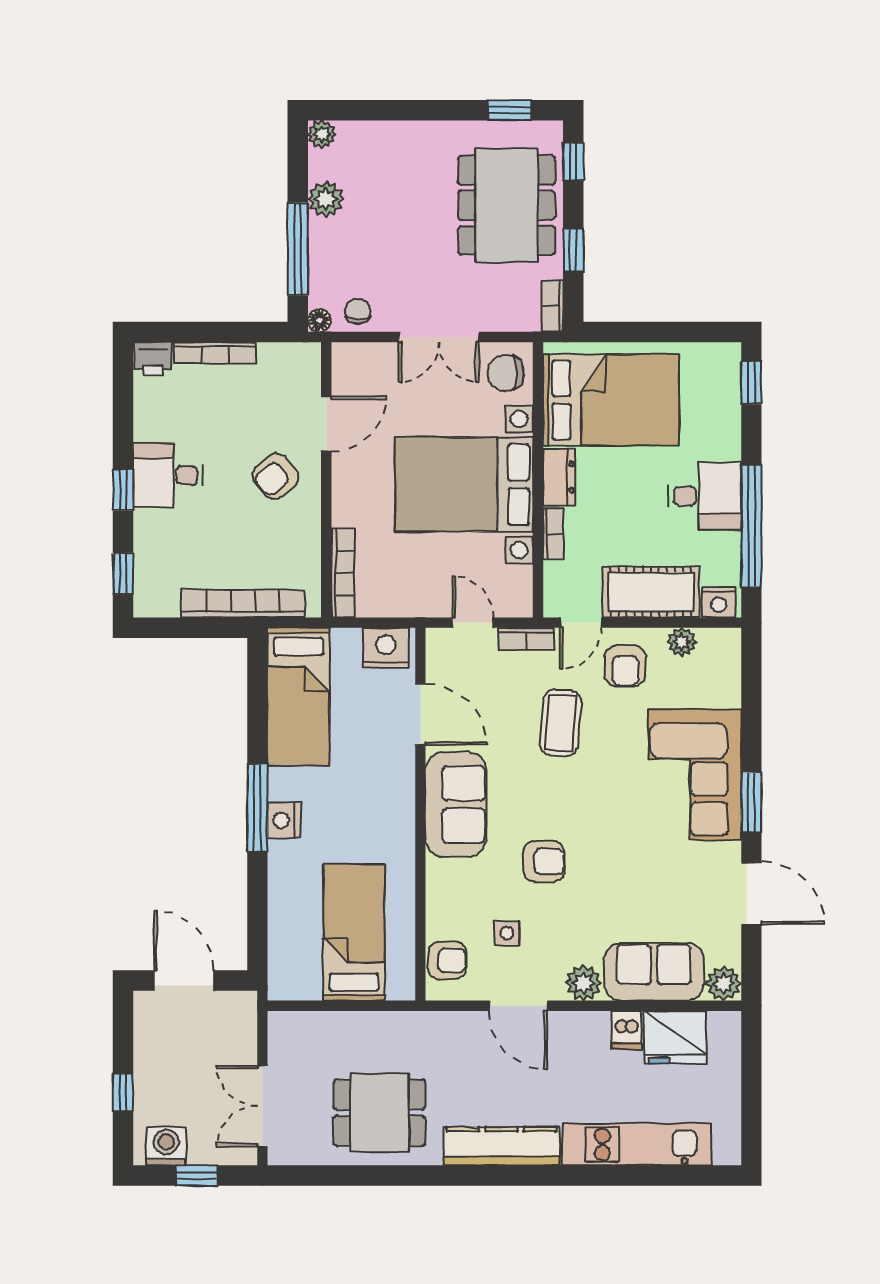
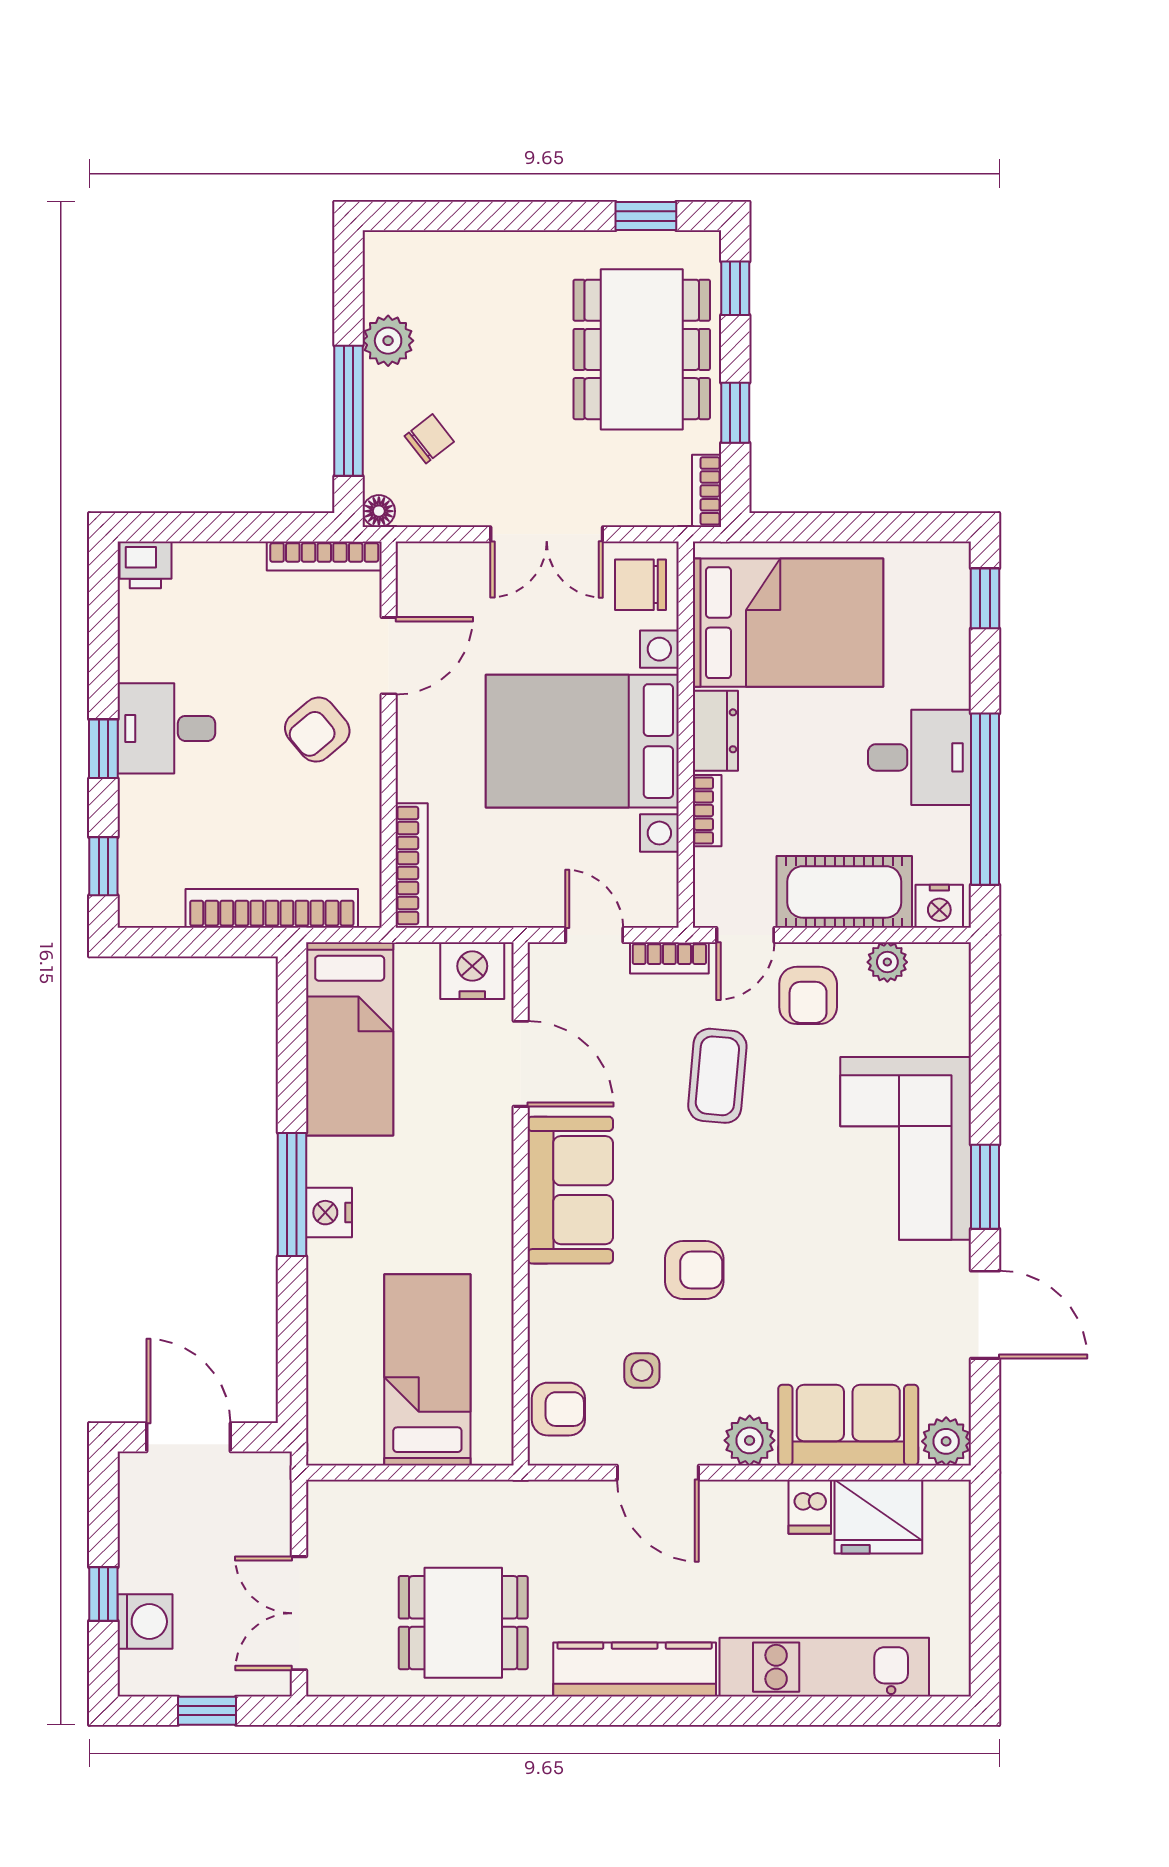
plant: (322, 134) -> (382, 250), removed
chair: (358, 311) -> (429, 439), moved, turned 52
bookcase: (215, 353) -> (324, 556), moved
washing machine: (166, 1146) -> (145, 1622), moved, turned 90

